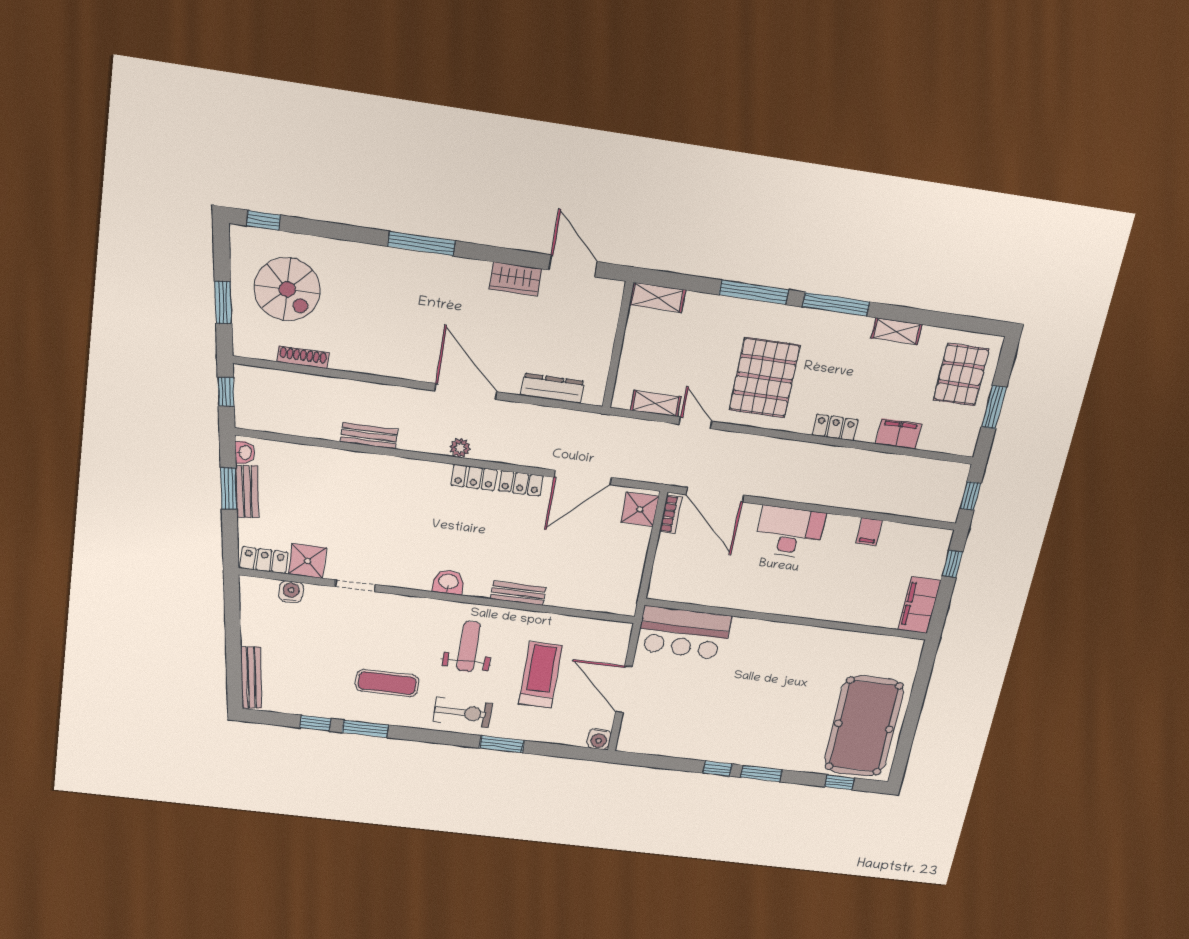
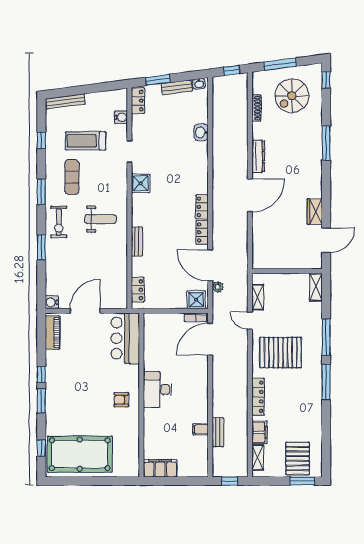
window: (421, 244) -> (326, 143), moved
window: (223, 302) -> (280, 64), width x1.44
shelving: (897, 331) -> (258, 458), moved
pallet: (961, 375) -> (298, 458), turned 90
dresser: (553, 388) -> (258, 156), moved
window: (994, 407) -> (302, 481), moved
door: (696, 423) -> (250, 321), swing flipped
locker: (835, 427) -> (258, 397), width x1.53
bench: (369, 436) -> (218, 432), moved
plant: (460, 448) -> (218, 287), moved
window: (229, 488) -> (158, 80), moved
desk: (790, 532) -> (157, 389), moved, turned 180
shower: (307, 561) -> (141, 183), moved
window: (952, 564) -> (188, 481), removed
washbasin: (448, 582) -> (201, 132), moved, turned 180
locker: (604, 602) -> (138, 290), added
armchair: (788, 652) -> (121, 400), added
treadmill: (540, 675) -> (86, 141), moved, turned 180
window: (365, 729) -> (41, 192), moved
piano: (650, 743) -> (53, 332), added

